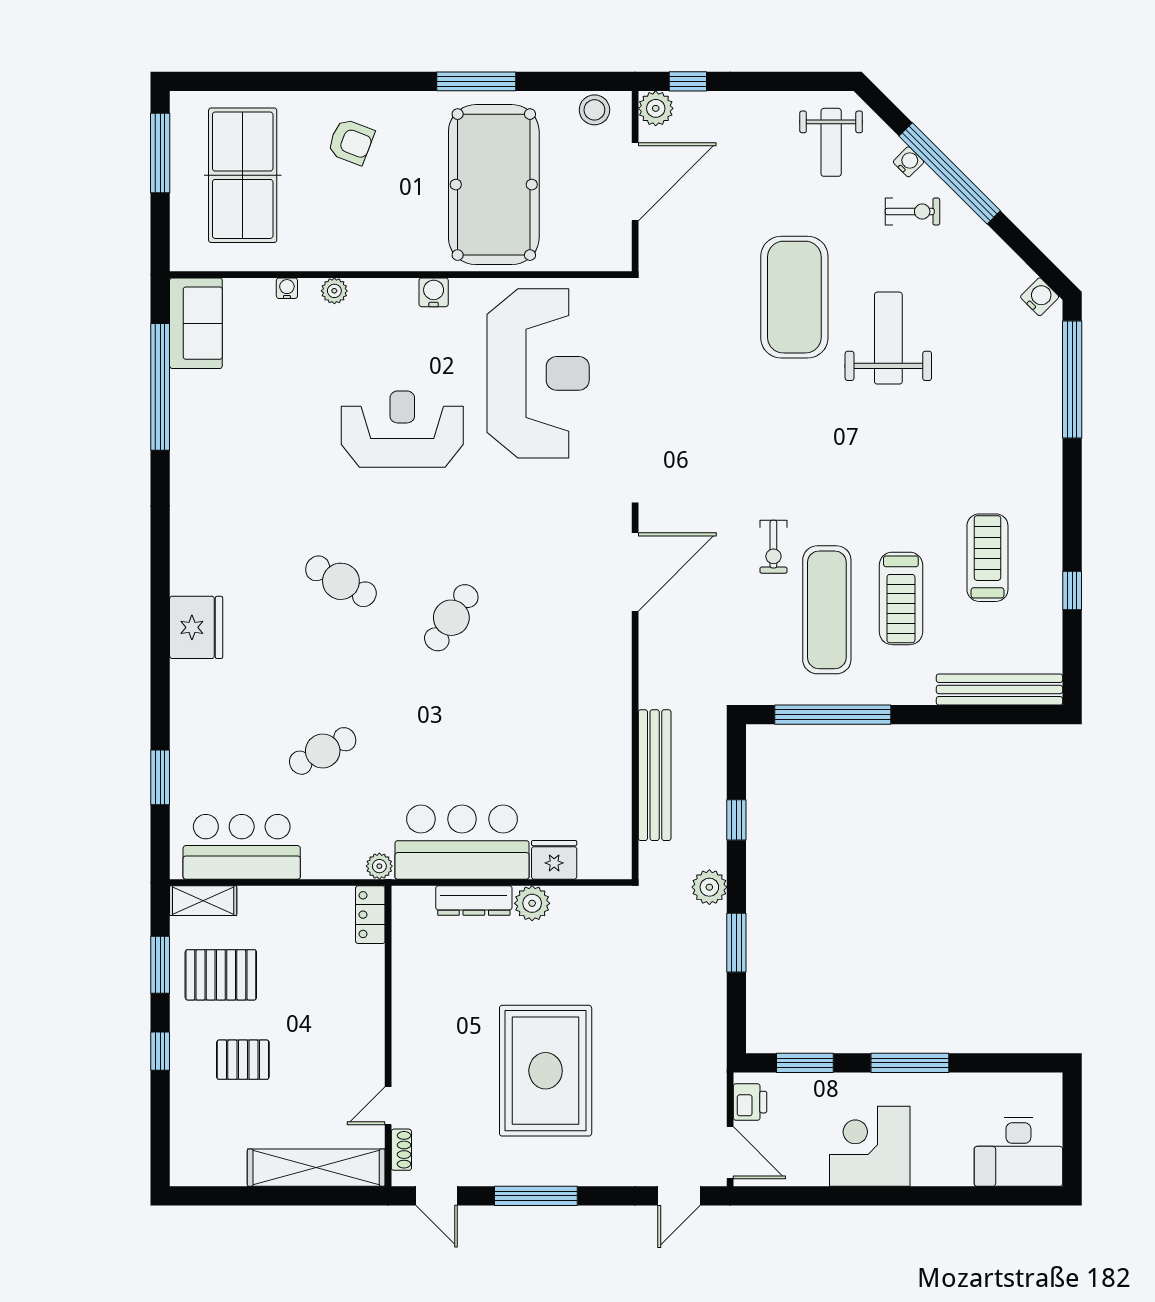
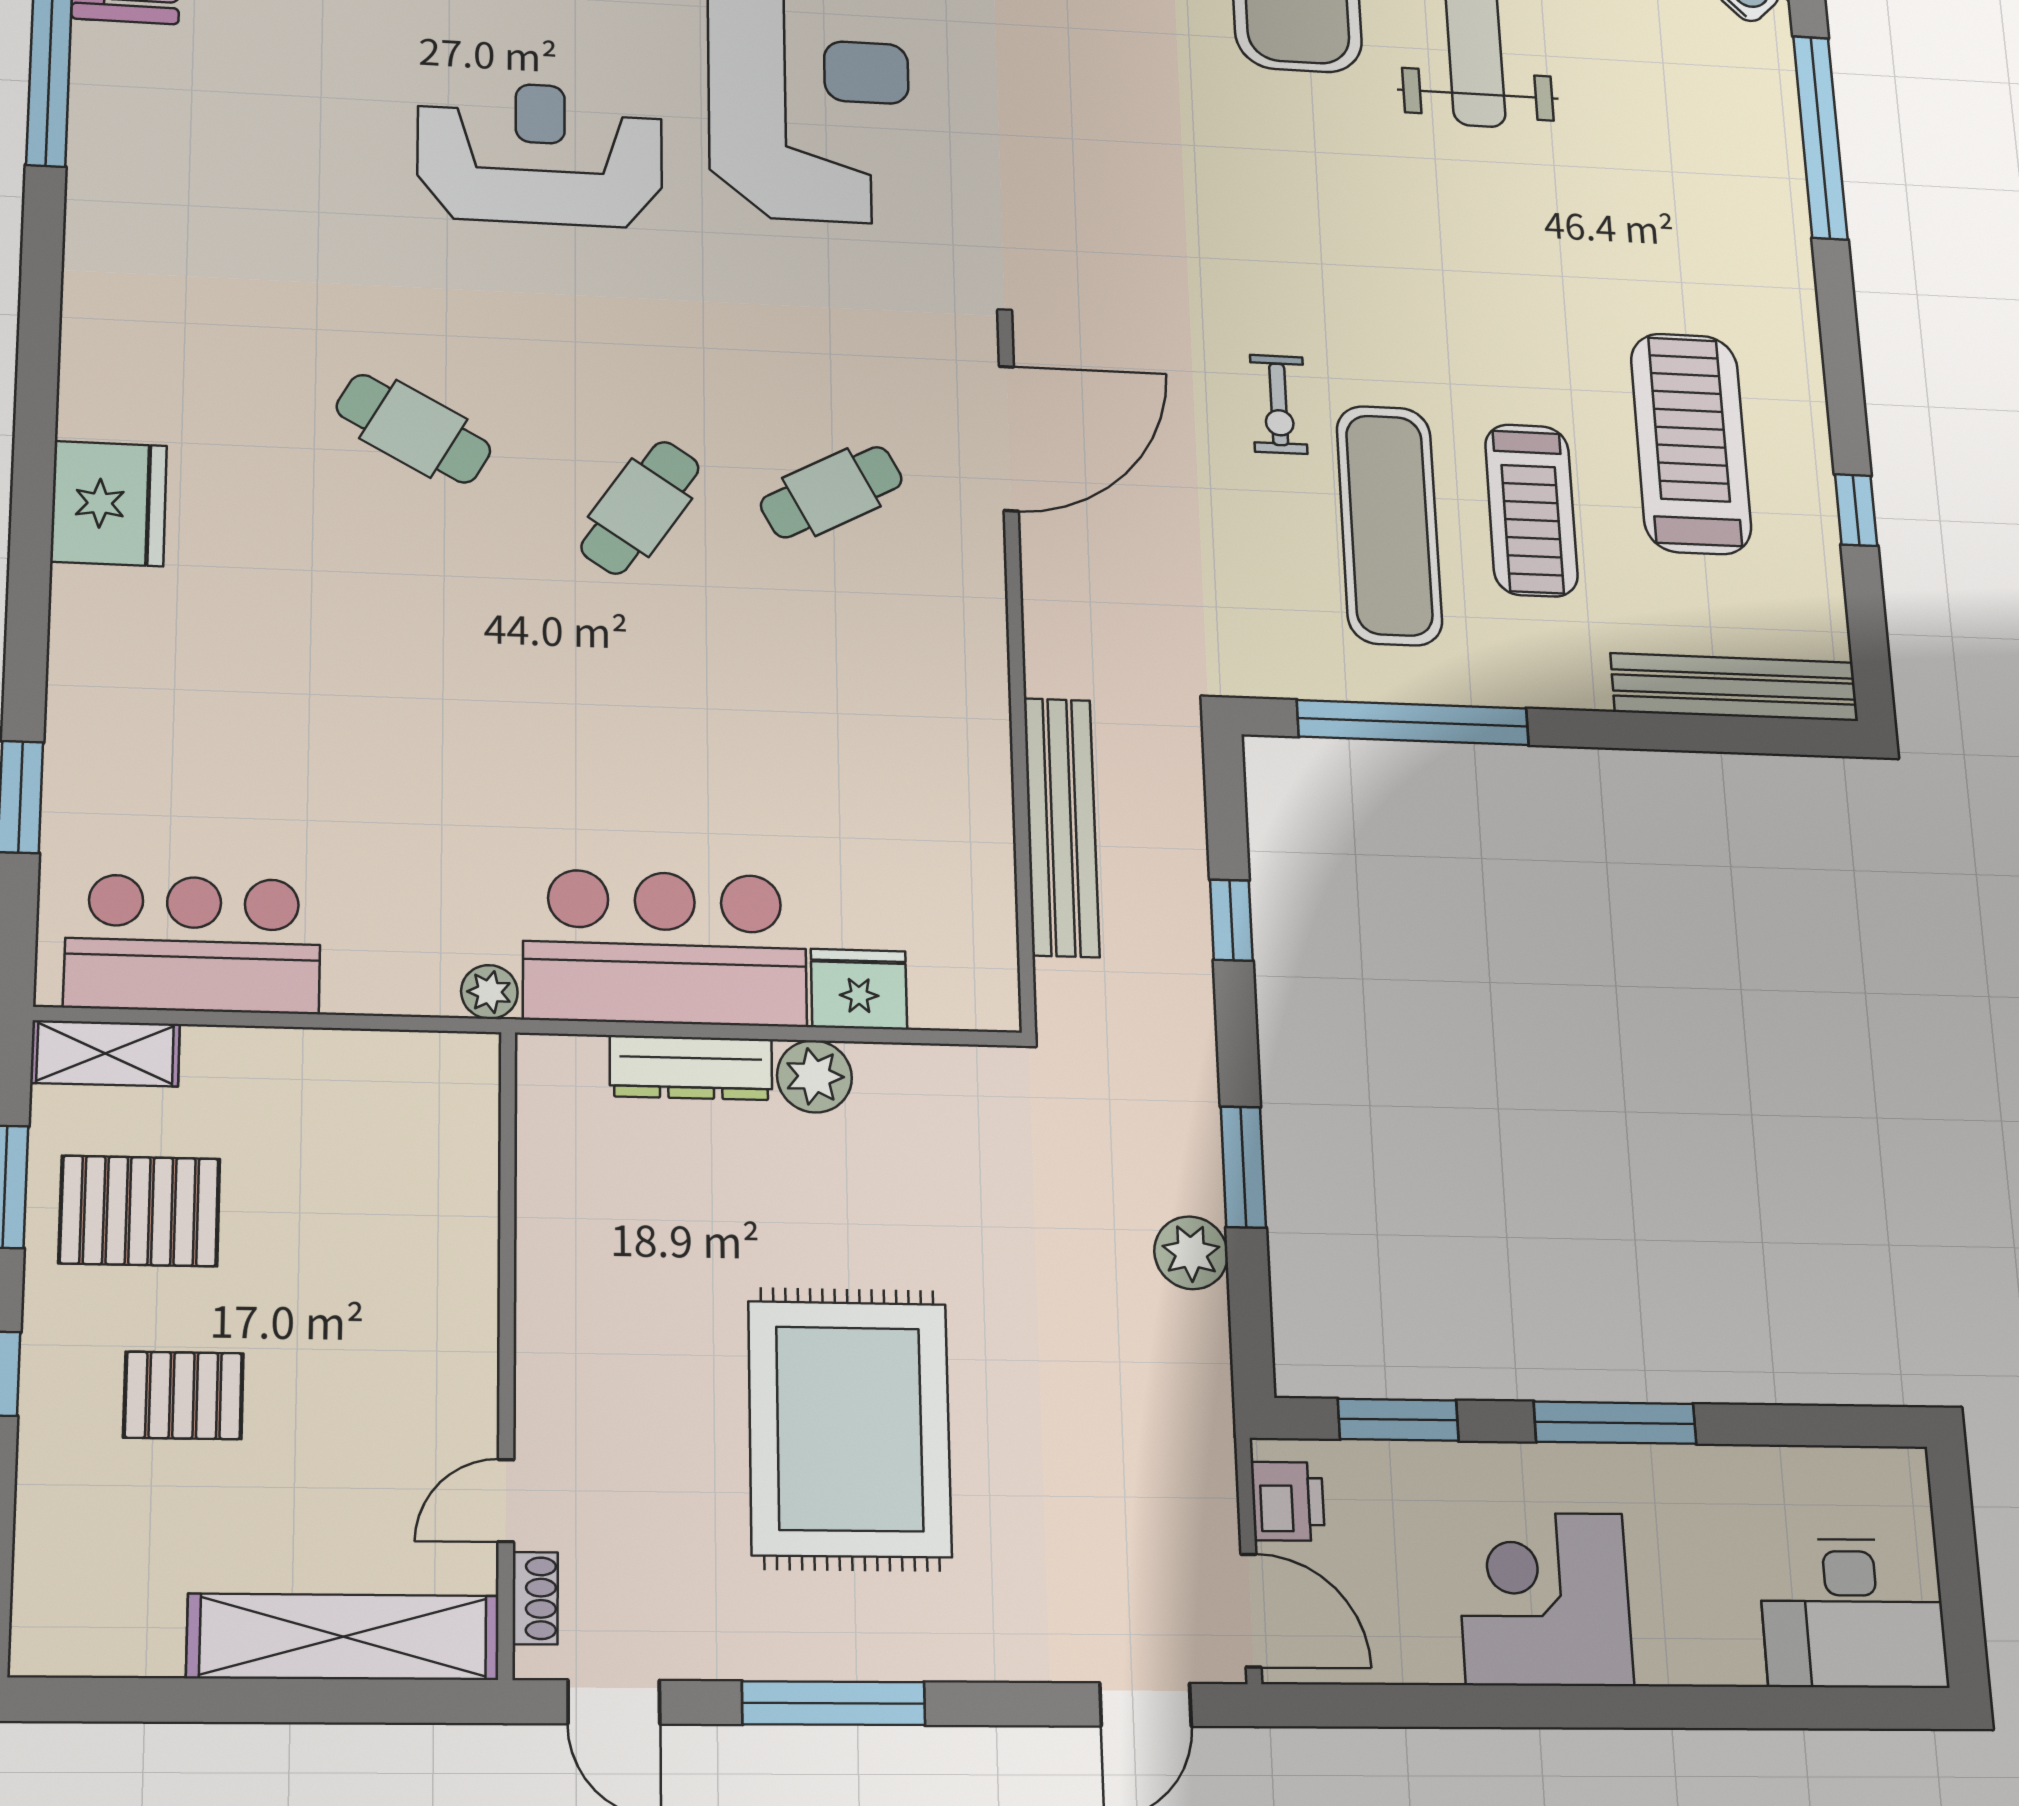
treadmill: (987, 558) -> (1691, 443), width x1.37, depth x1.38
cafe table: (323, 751) -> (831, 492), moved
plant: (709, 887) -> (1191, 1253), moved
locker: (370, 915) -> (469, 1091), removed

